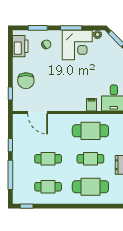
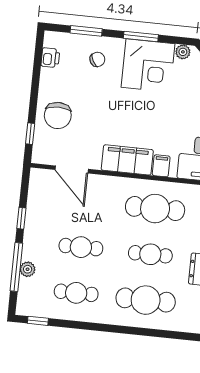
printer: (20, 46) -> (50, 58), width x0.53, depth x0.68
filing cabinet: (71, 103) -> (127, 160), added
plant: (17, 175) -> (28, 269), added

